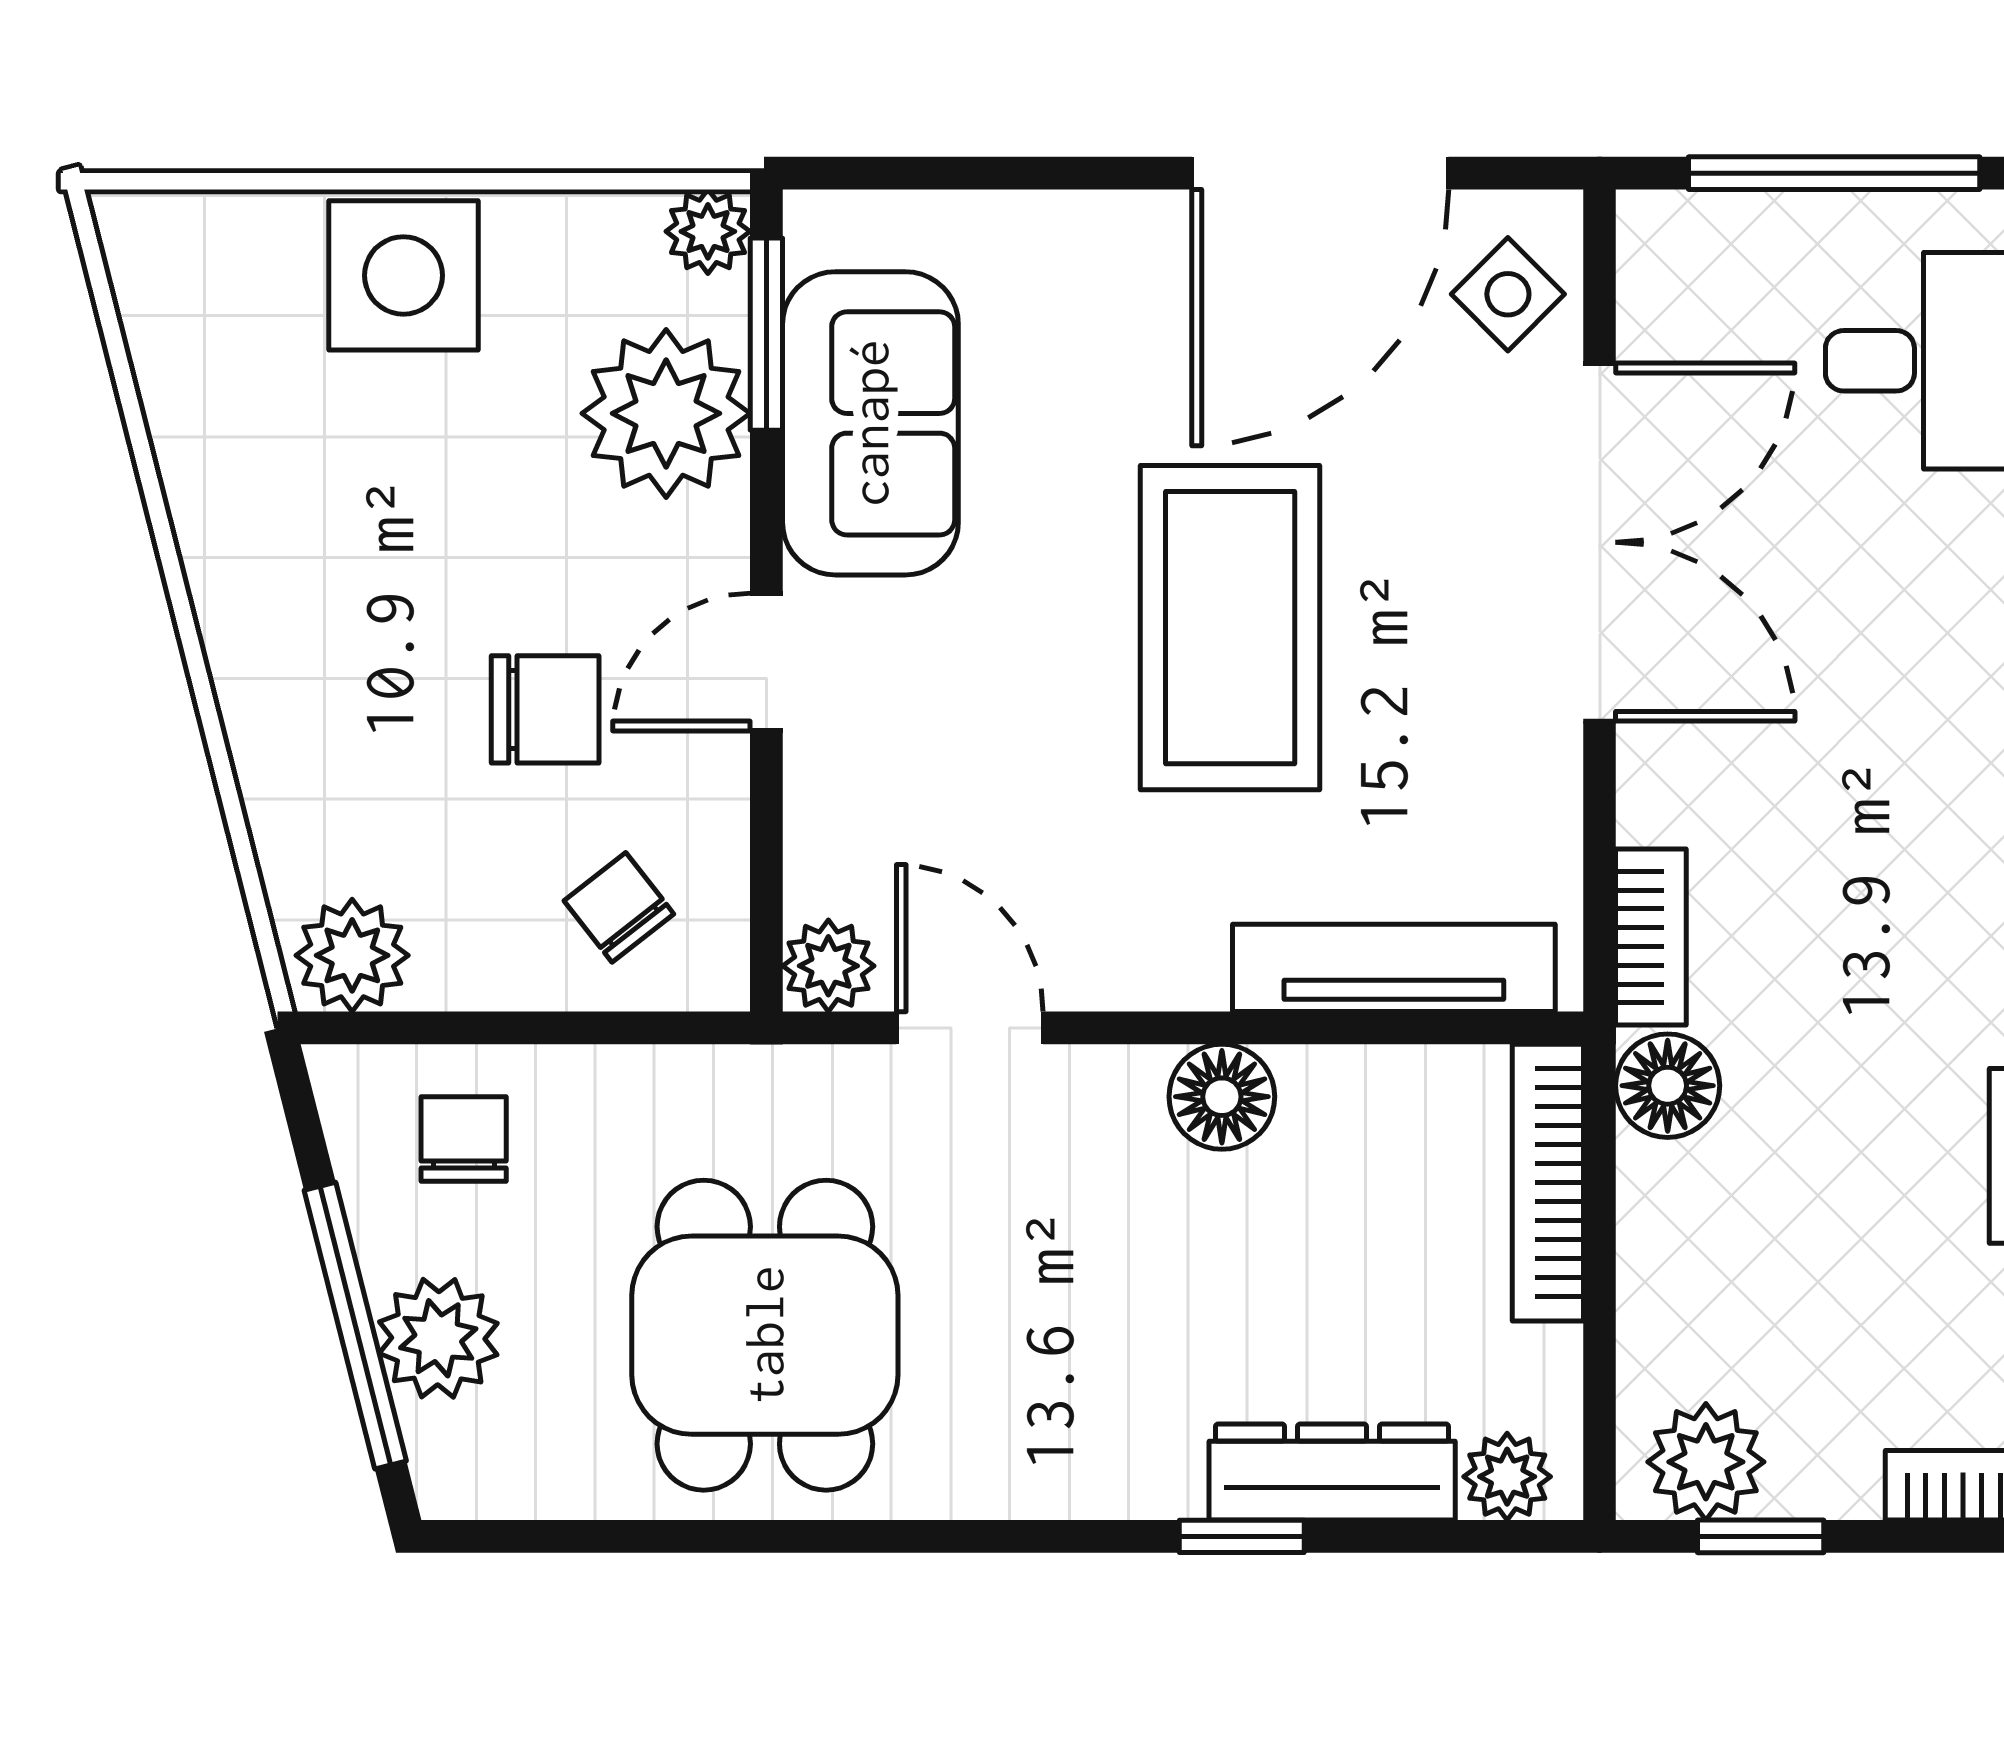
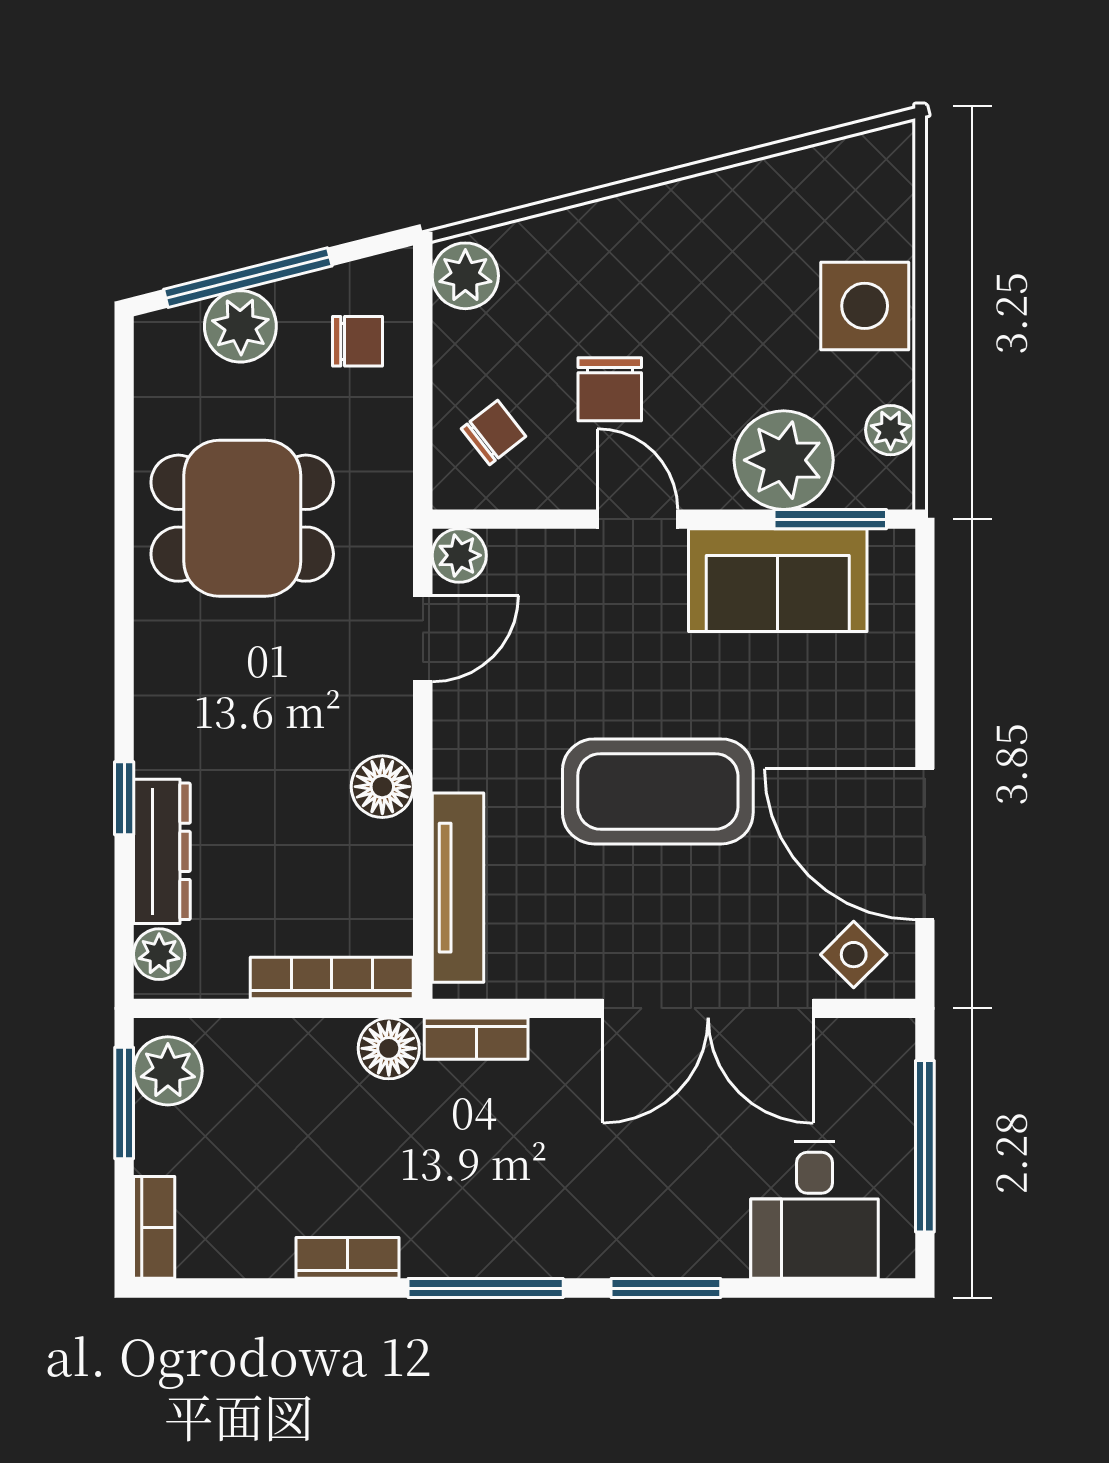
plant: (708, 231) -> (891, 430), moved
window: (1761, 1536) -> (124, 1103), width x1.50

